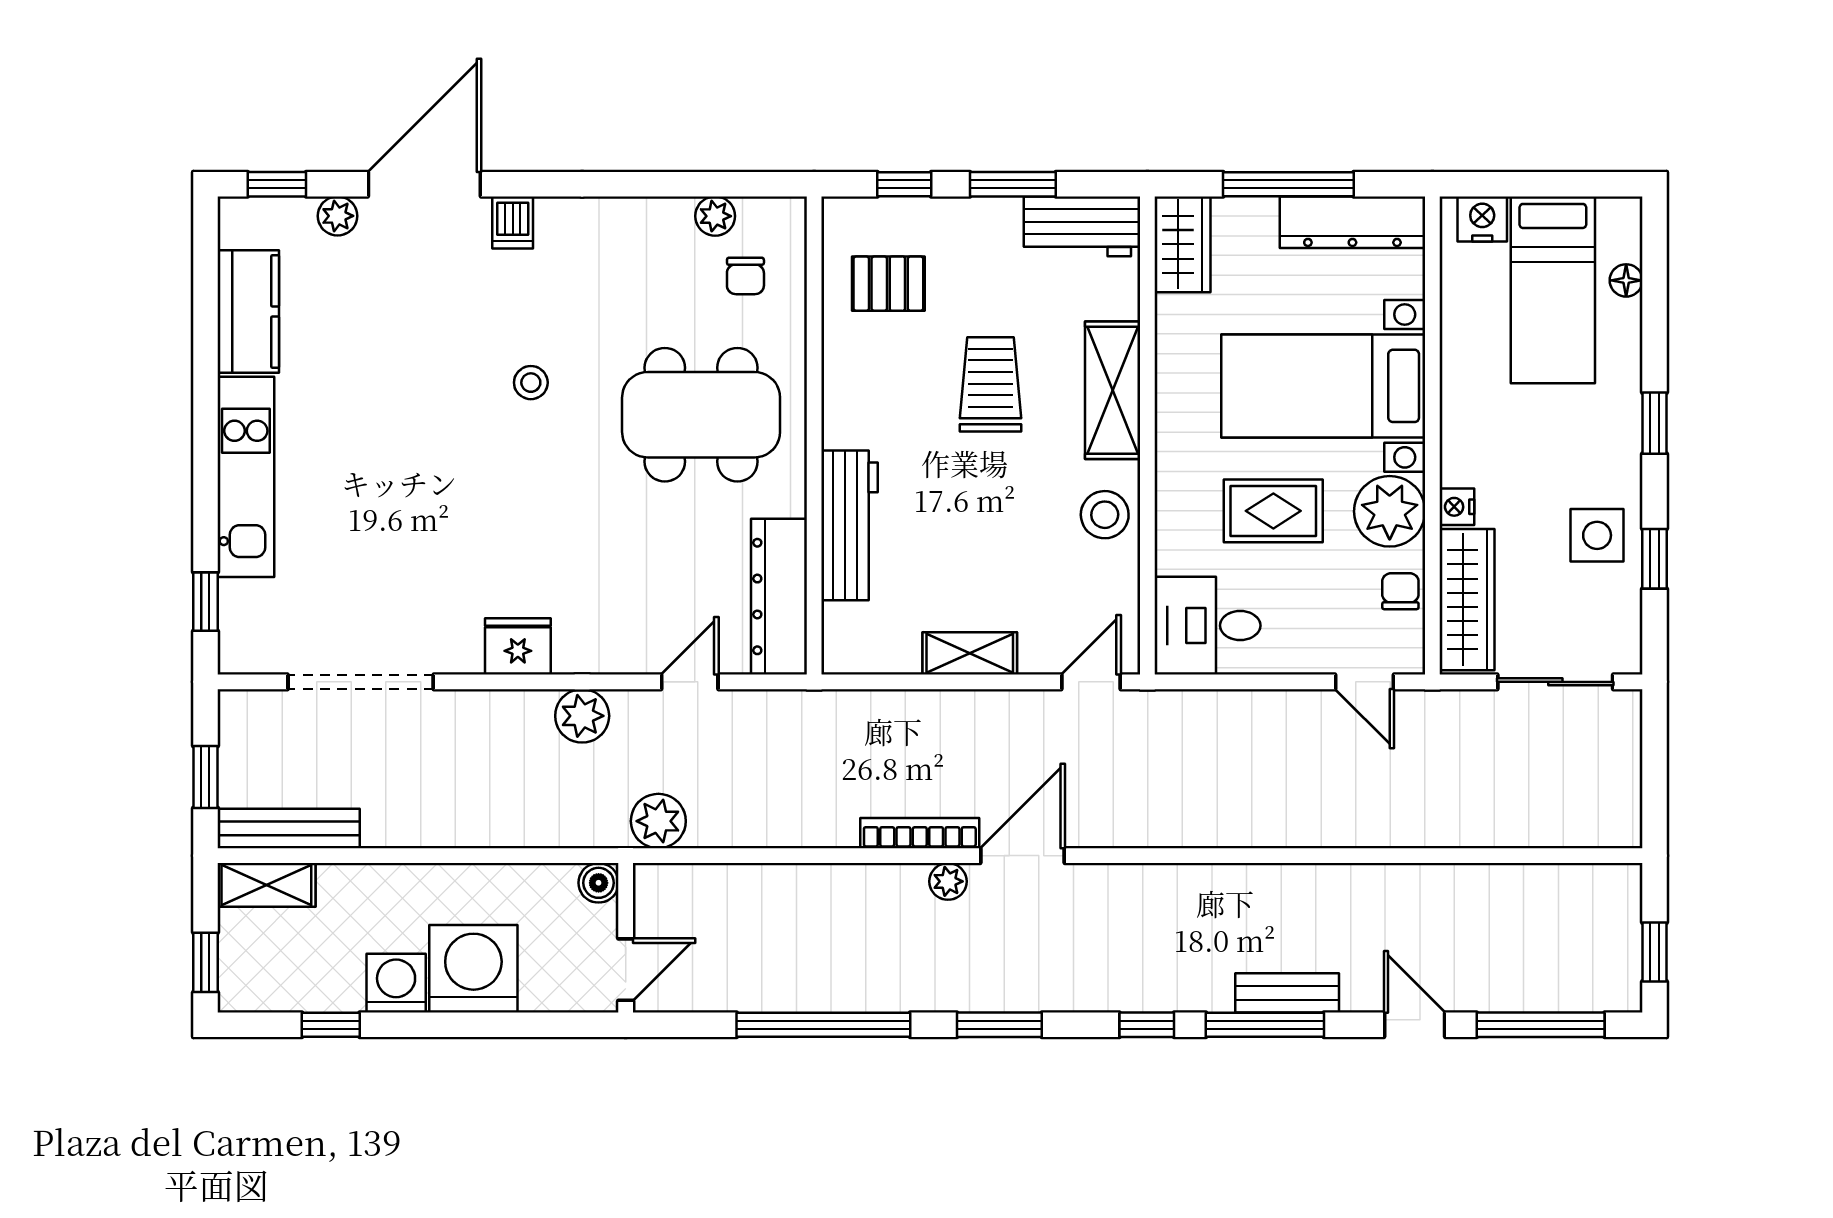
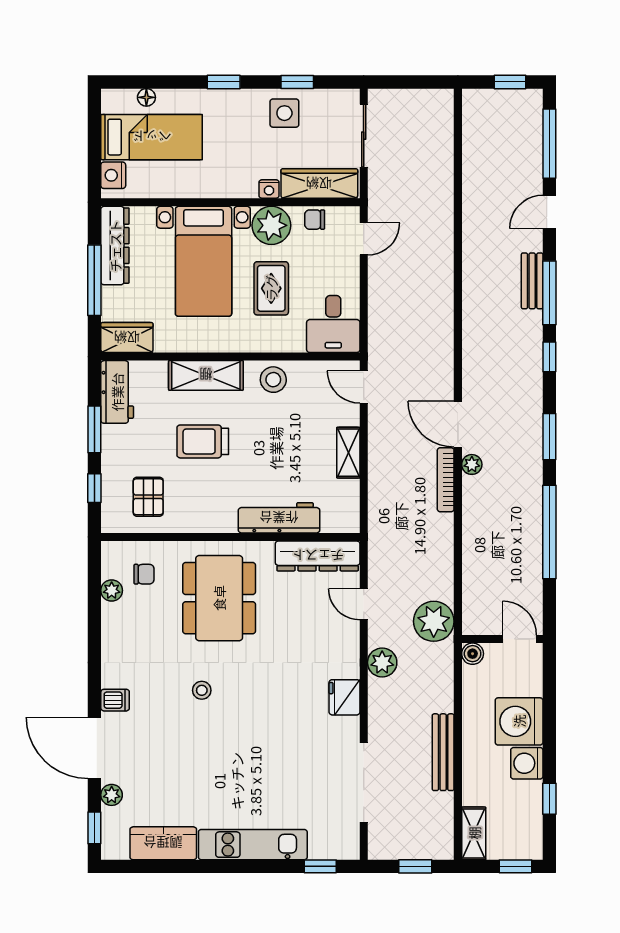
plant: (658, 821) -> (434, 621), width x1.36, depth x1.36
bench: (289, 828) -> (443, 752), moved

